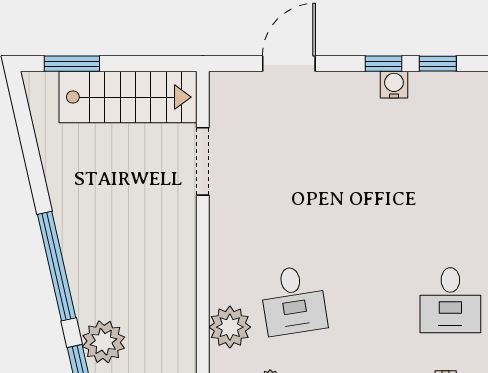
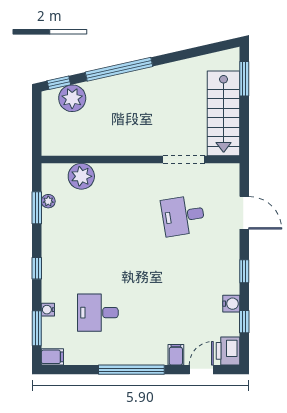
window: (438, 64) -> (244, 322), moved
water cooler: (394, 85) -> (231, 304), moved
desk: (293, 300) -> (183, 216), moved

